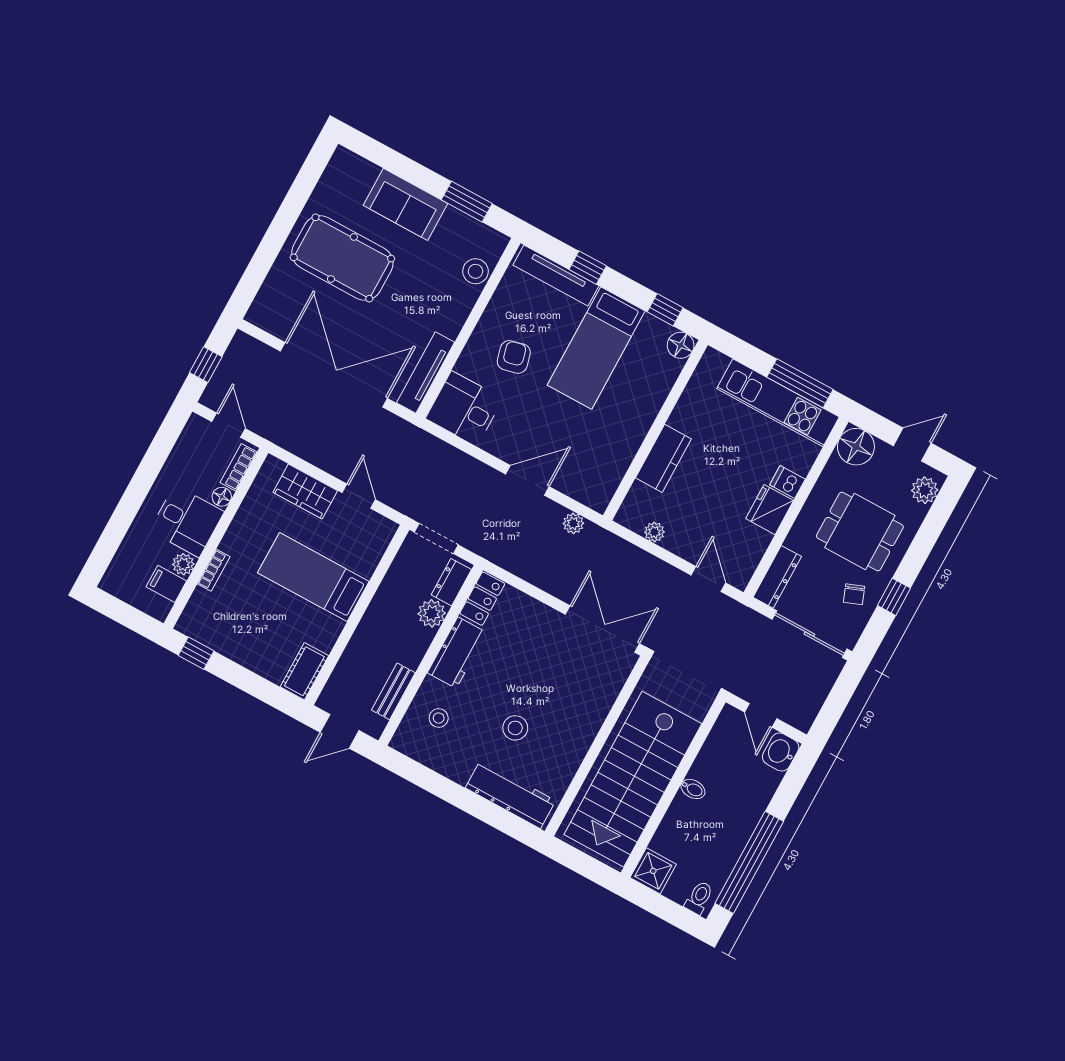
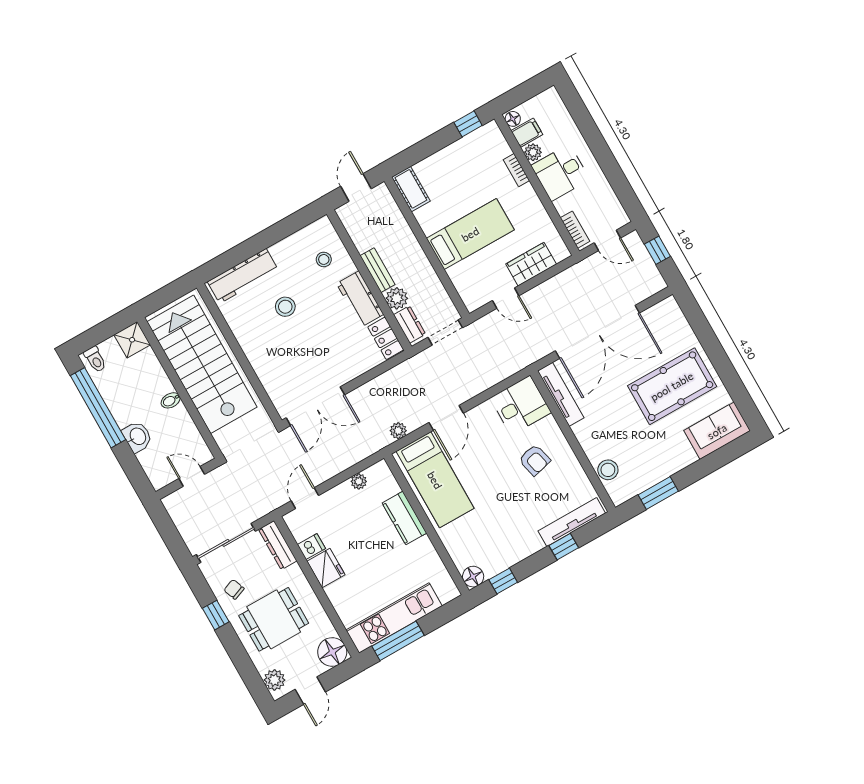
sofa: (406, 204) -> (717, 431), moved
bed: (596, 348) -> (435, 480), moved, turned 180
dishwasher: (787, 482) -> (311, 547), moved
floor lamp: (222, 497) -> (513, 119), moved
door: (708, 579) -> (305, 498), swing flipped
bench: (393, 691) -> (378, 270), moved
washbasin: (781, 752) -> (137, 437), moved

